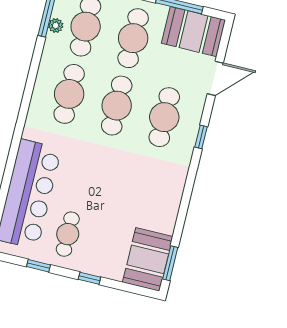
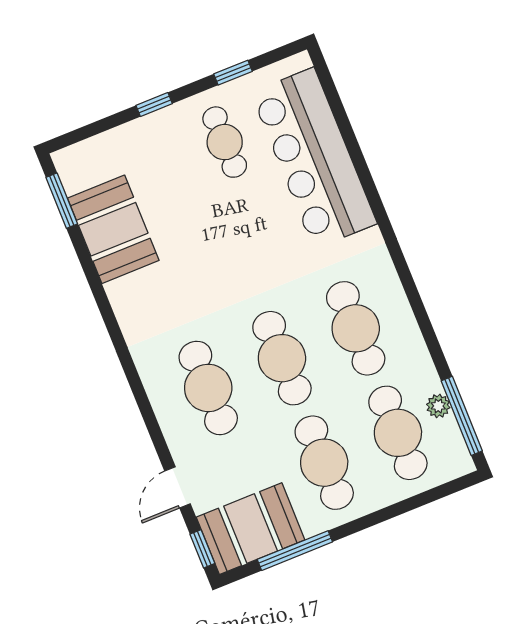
door: (215, 78) -> (178, 487), width x0.73
window: (201, 137) -> (202, 549), moved
booth: (148, 259) -> (113, 229), moved

